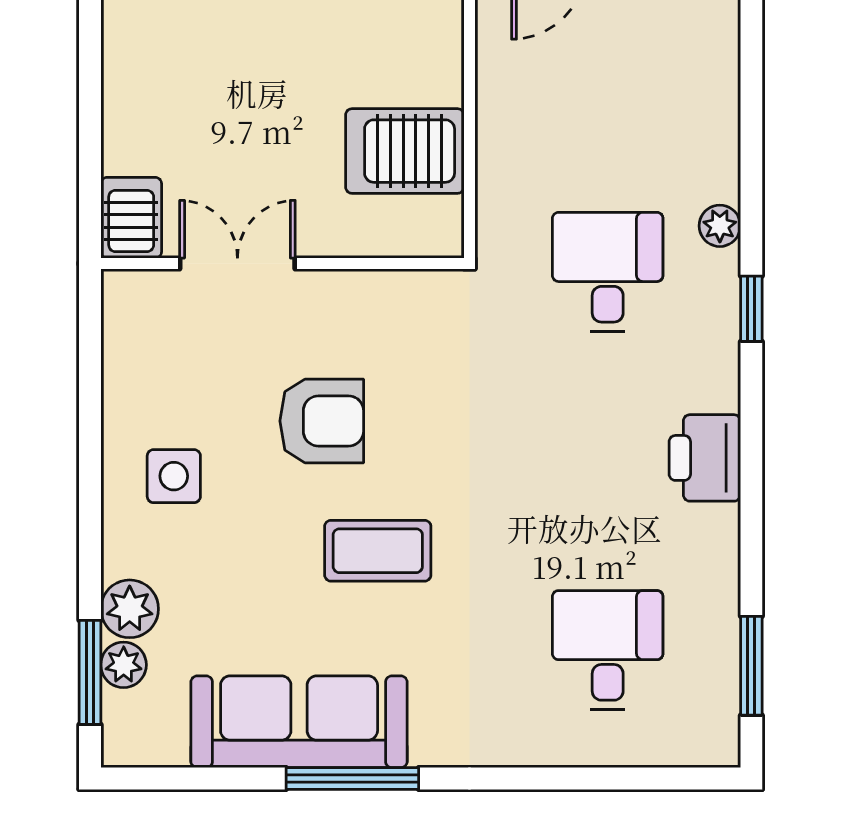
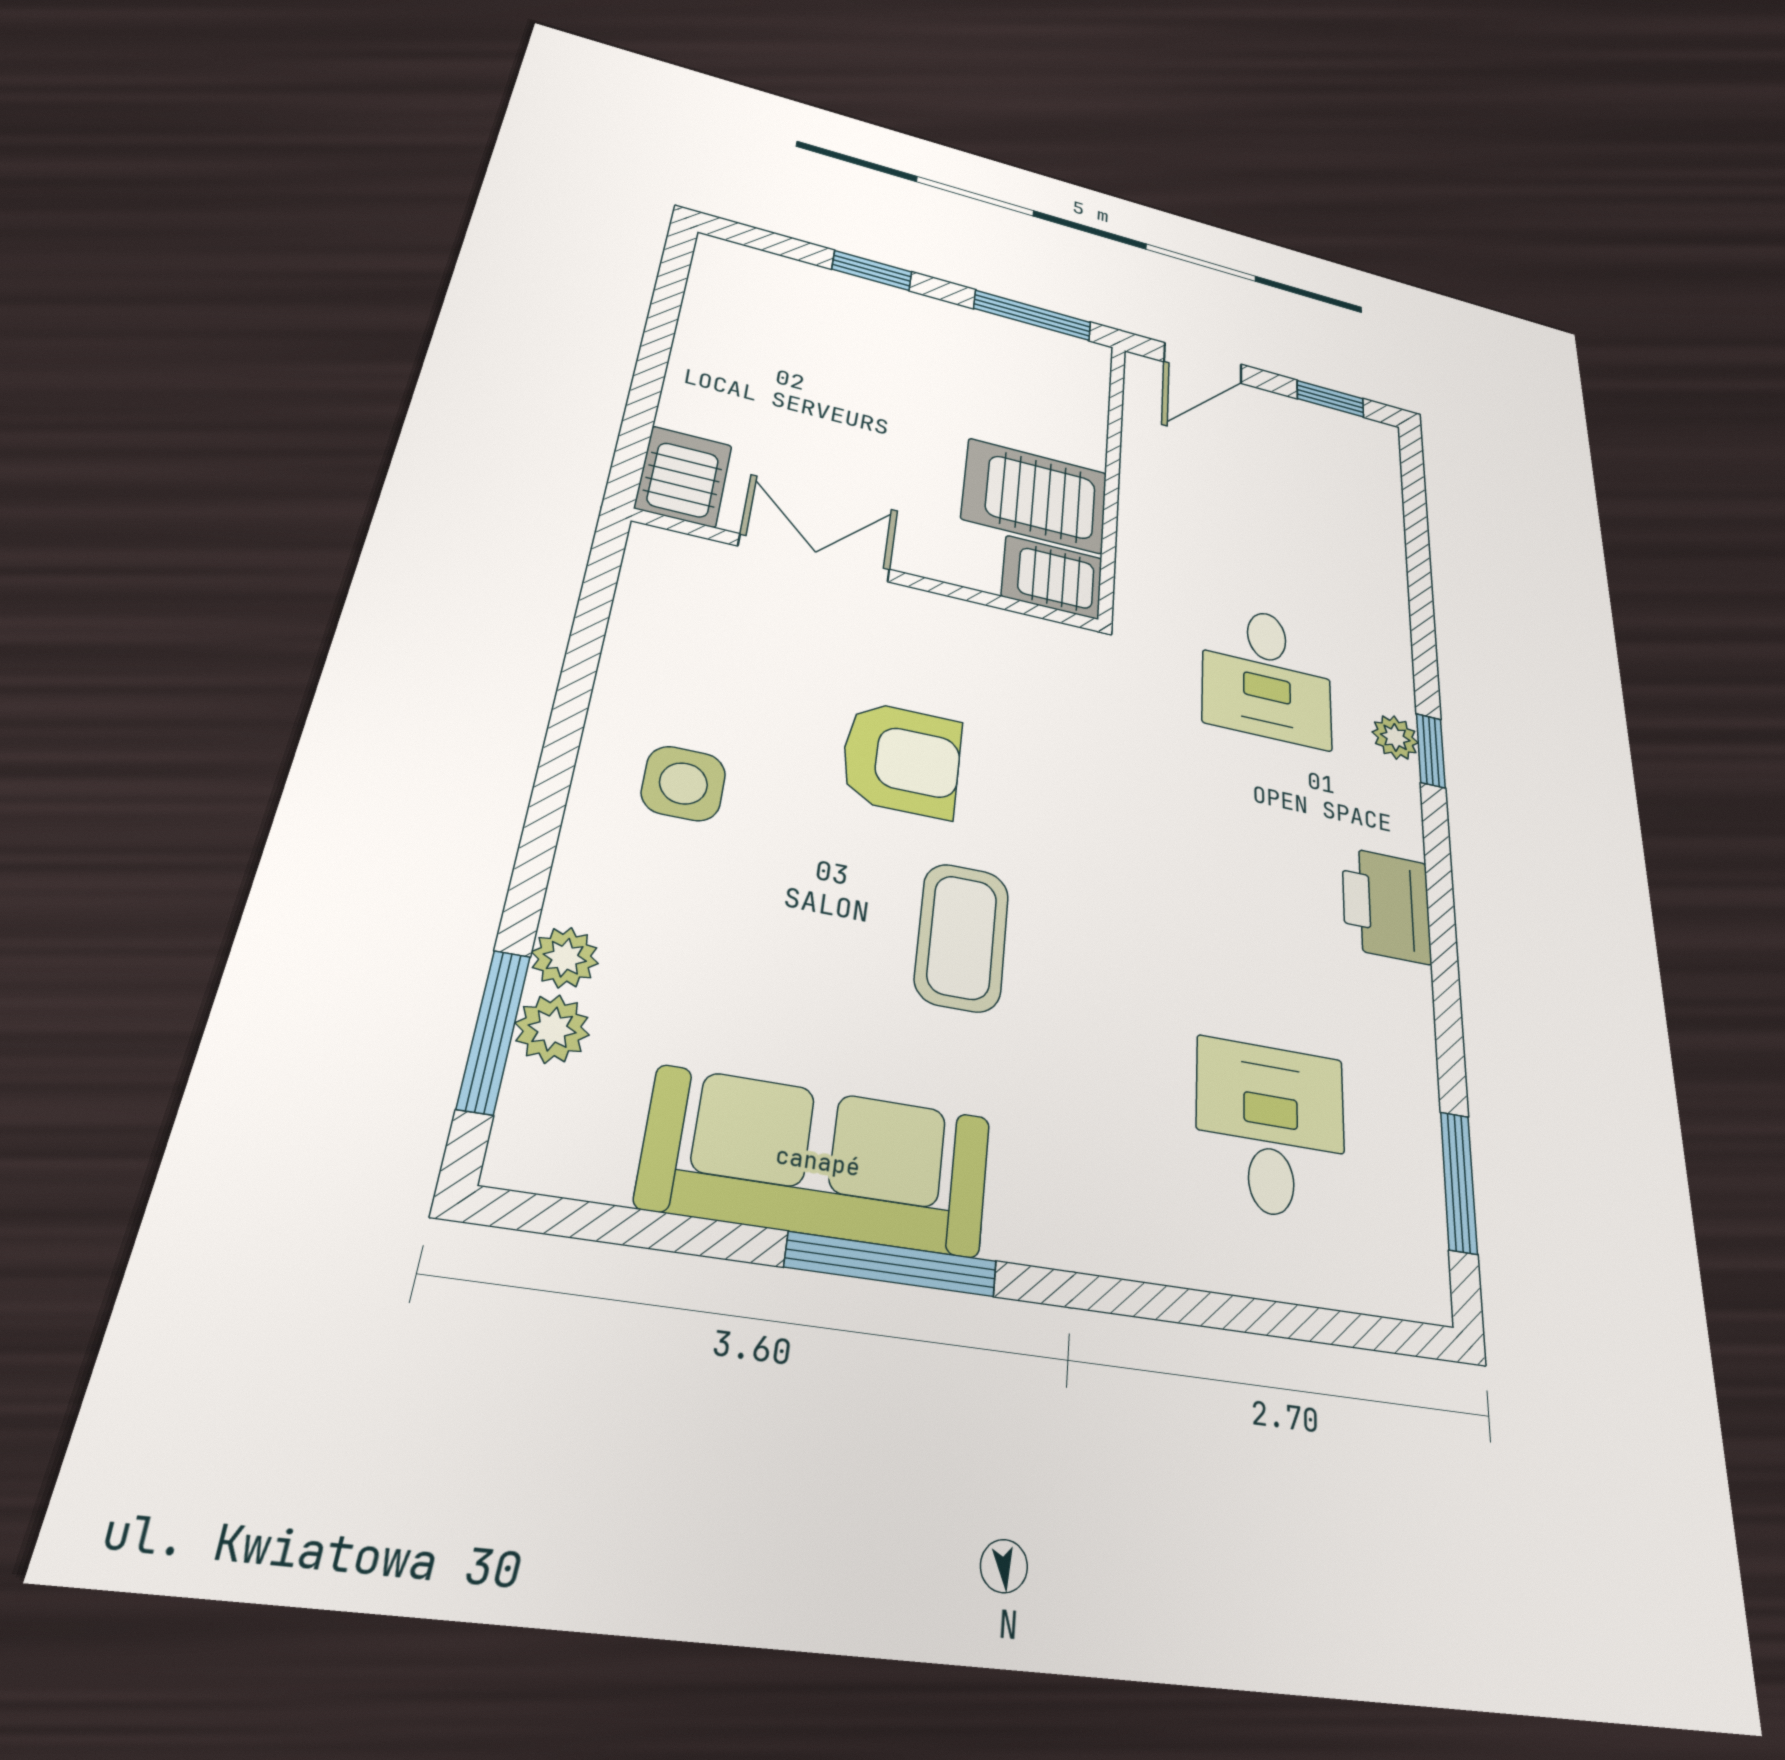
plant: (720, 226) -> (1395, 737), moved
server rack: (424, 228) -> (1052, 577), added
desk: (608, 272) -> (1267, 674), turned 180
coffee table: (378, 551) -> (962, 937), turned 90
plant: (130, 609) -> (565, 958), width x0.73, depth x0.73

